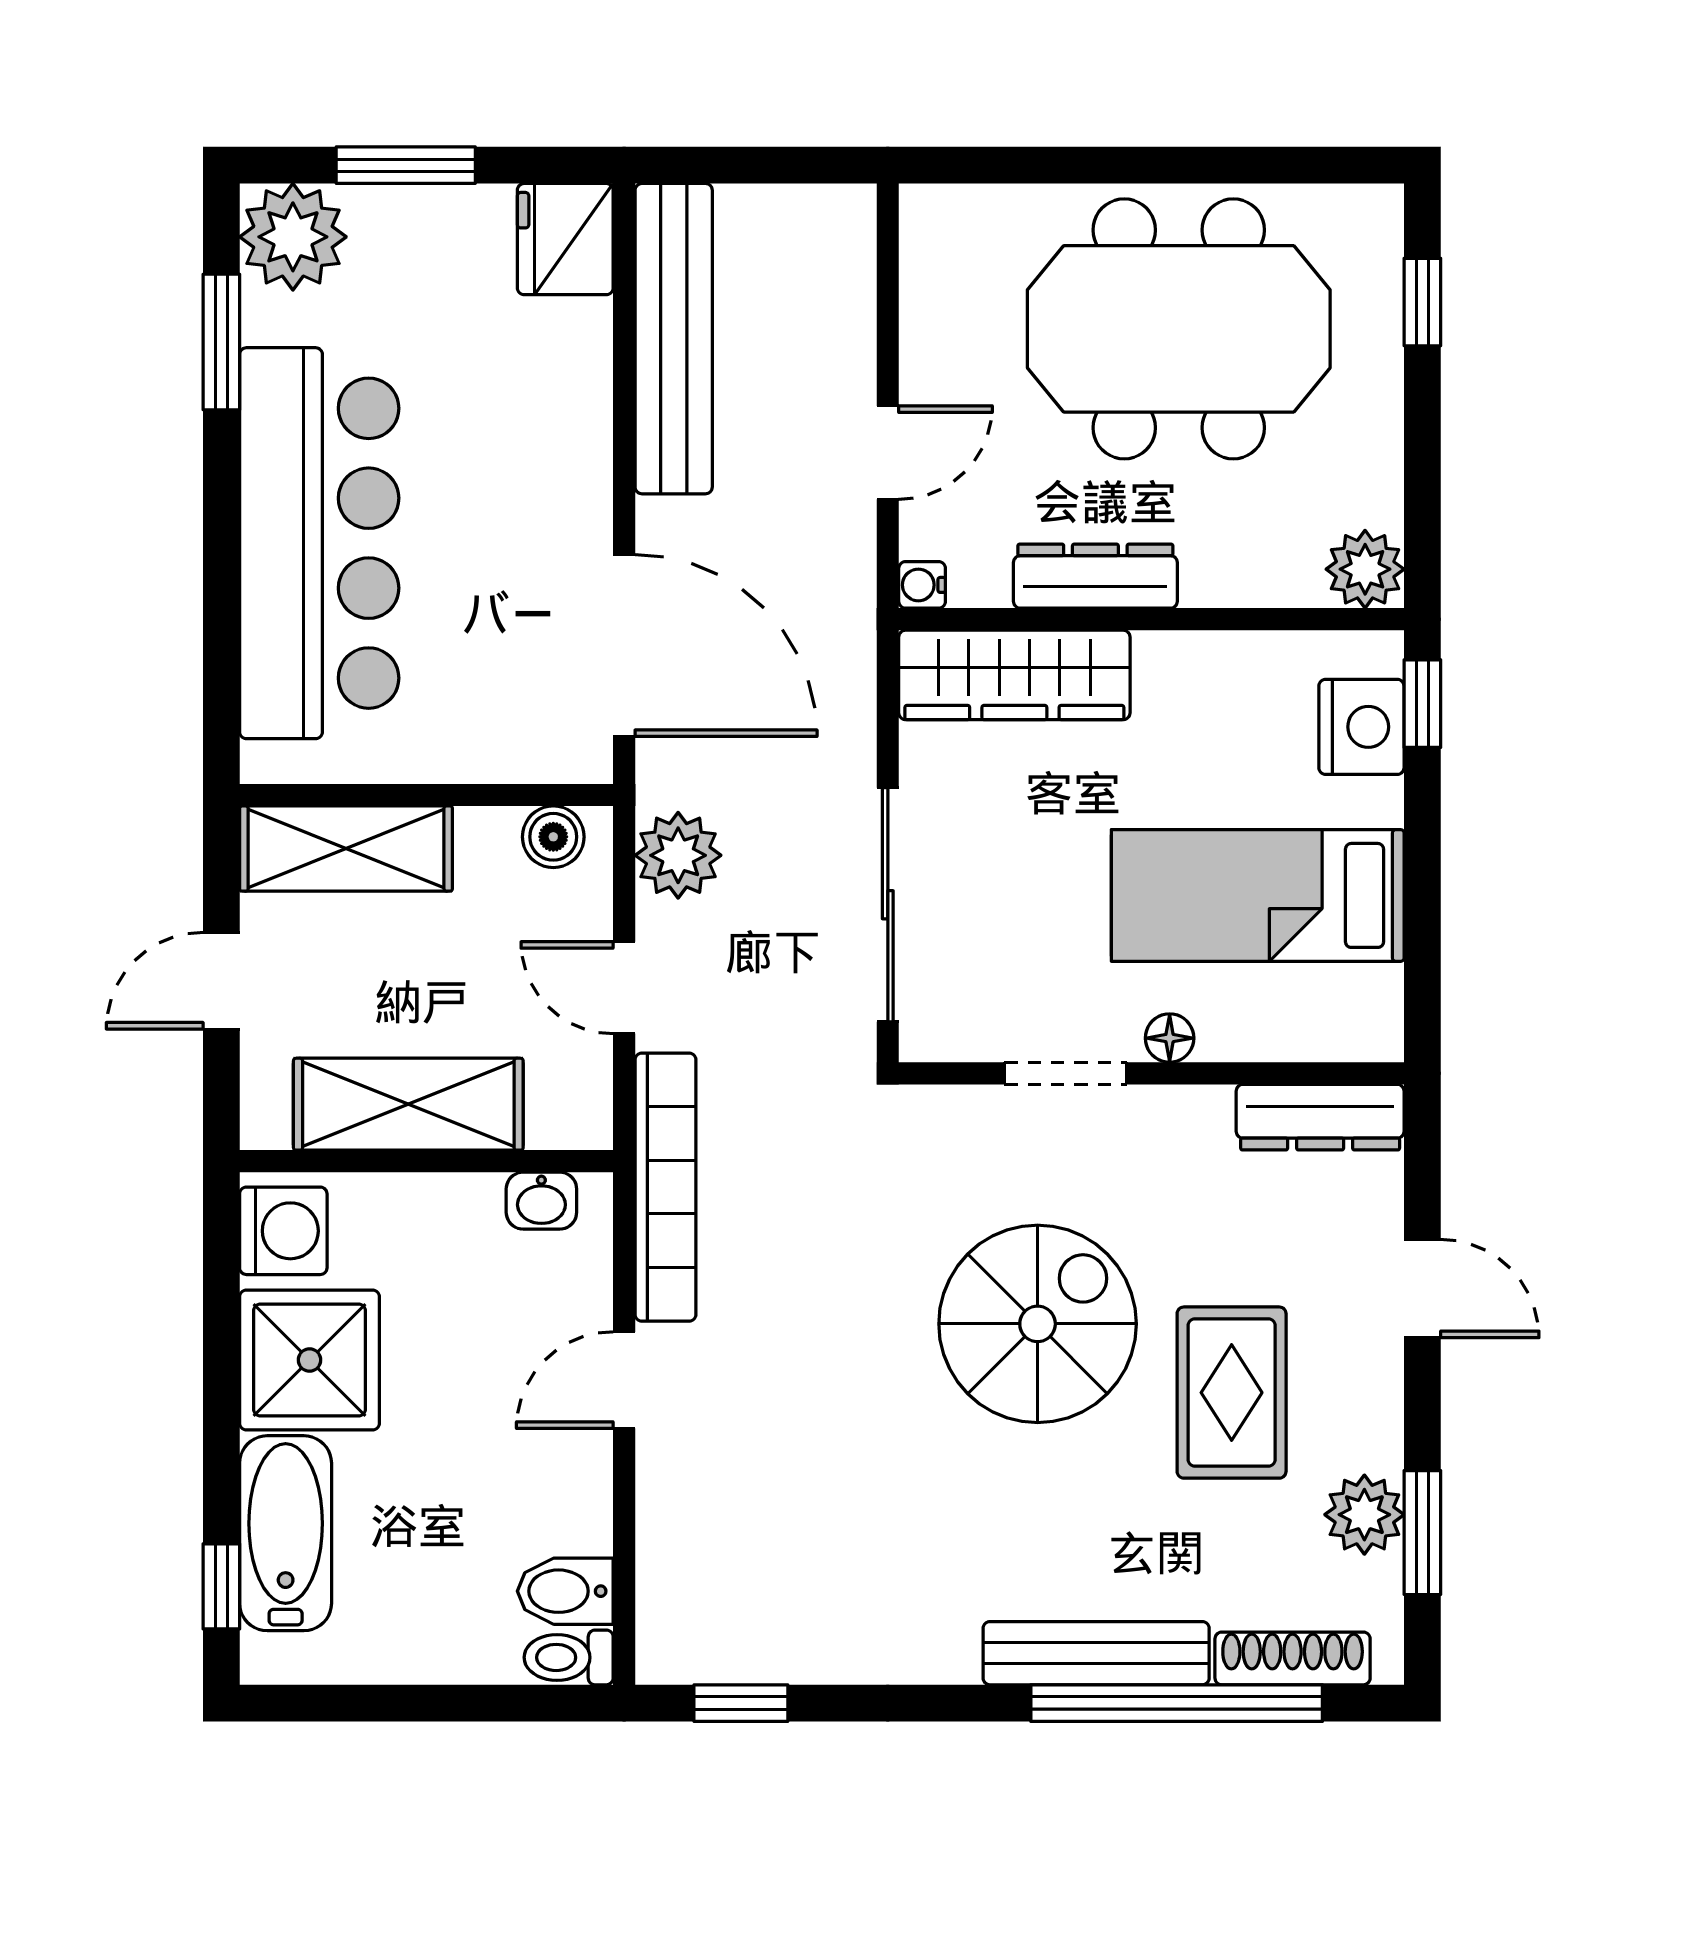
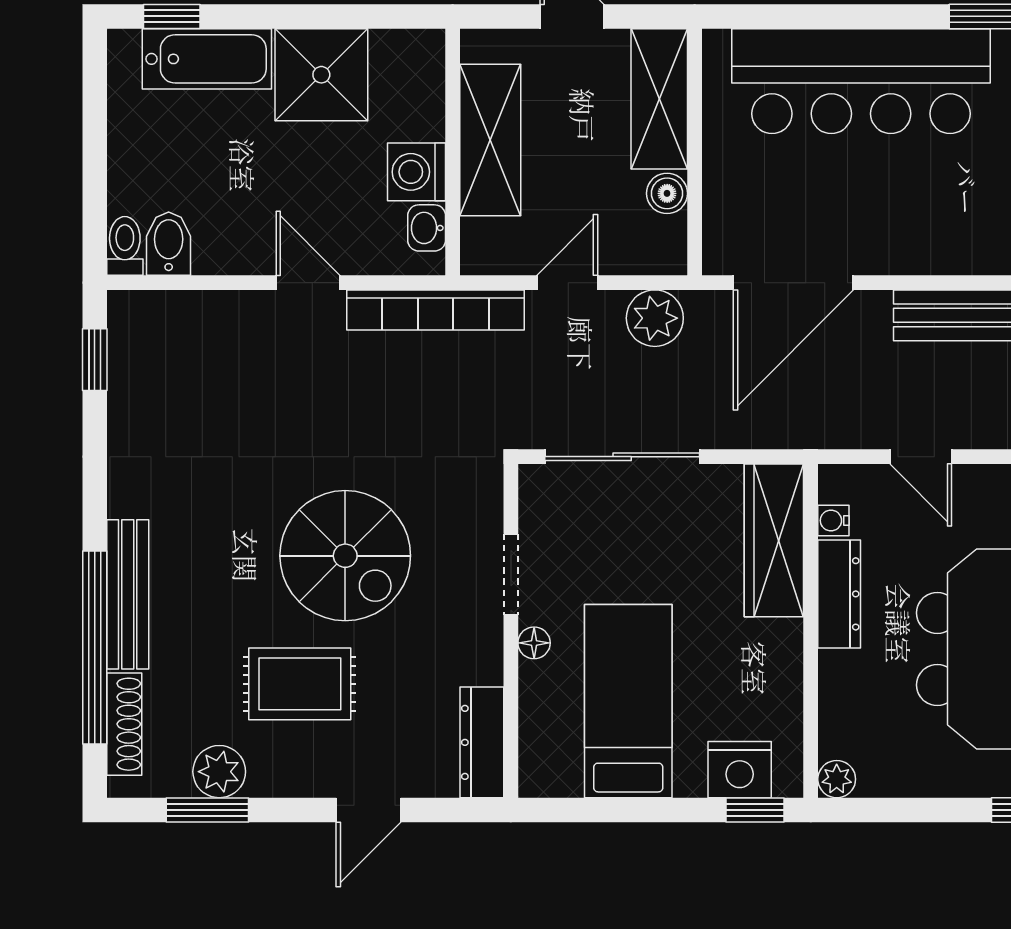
plant: (1365, 569) -> (837, 779), width x0.73, depth x0.73
water cooler: (922, 585) -> (833, 521), moved, turned -90
boiler: (553, 837) -> (667, 193), moved
washing machine: (283, 1231) -> (417, 172), moved, turned 90

